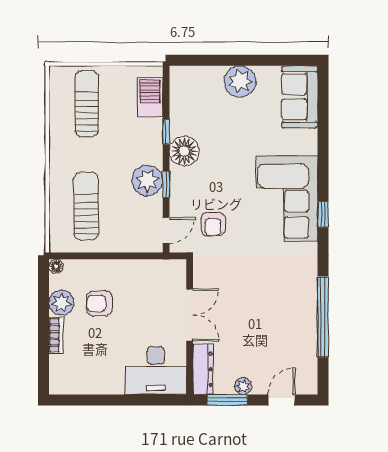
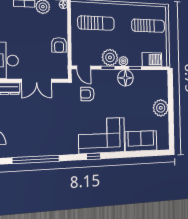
sofa: (300, 97) -> (141, 141), moved
plant: (154, 155) -> (123, 61), added
armchair: (99, 303) -> (59, 45), moved, turned 180

